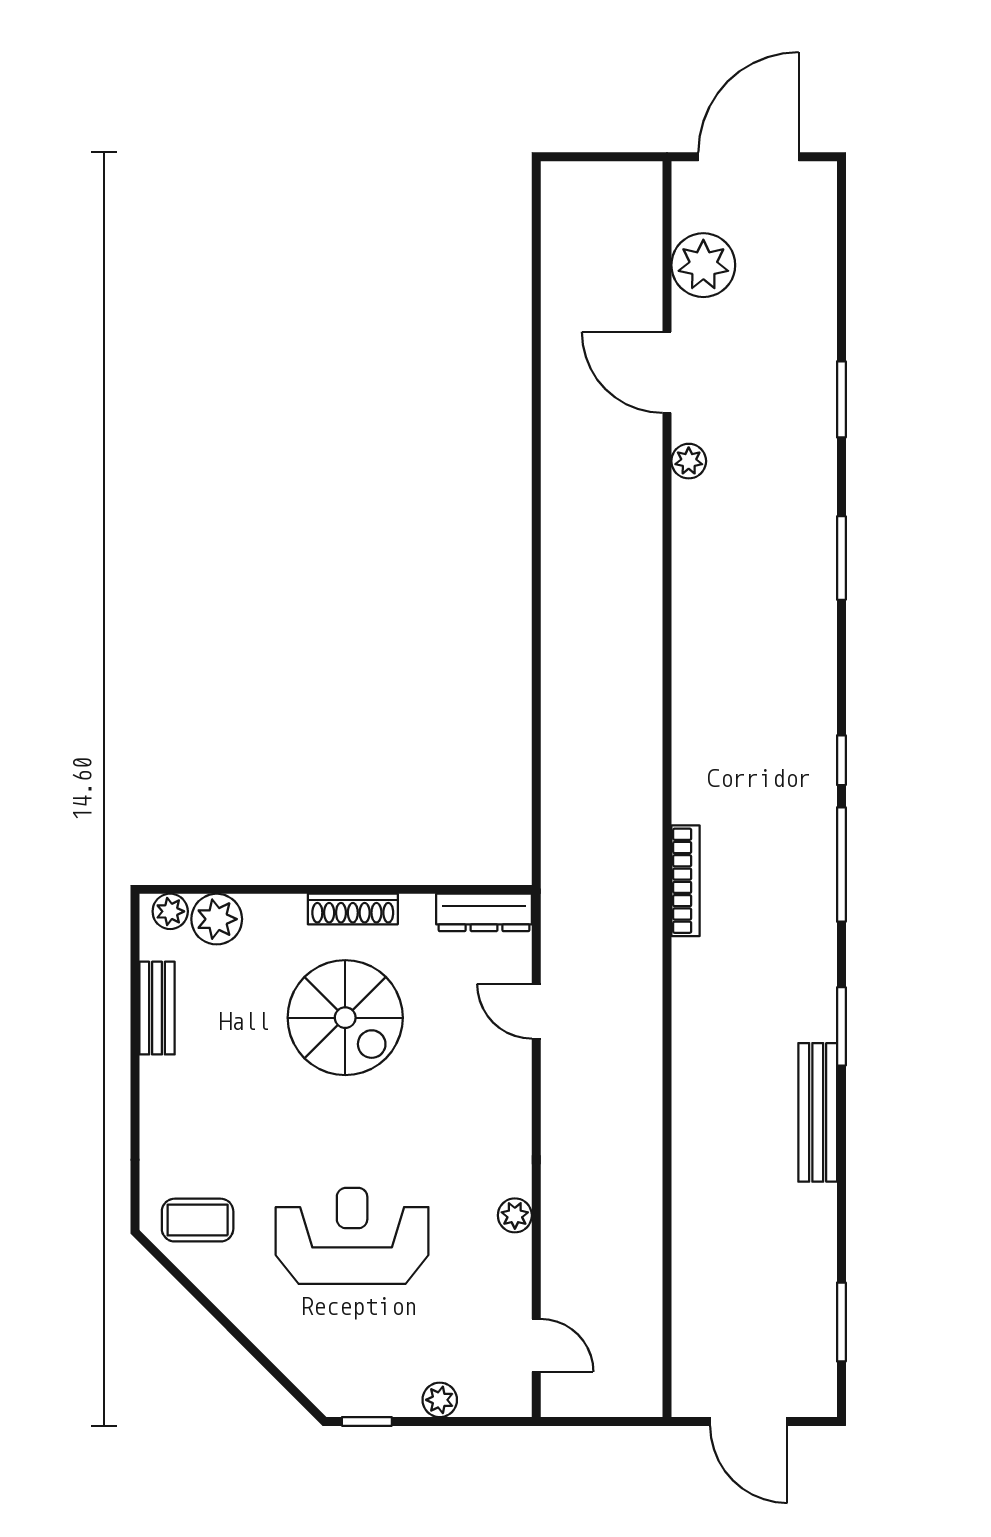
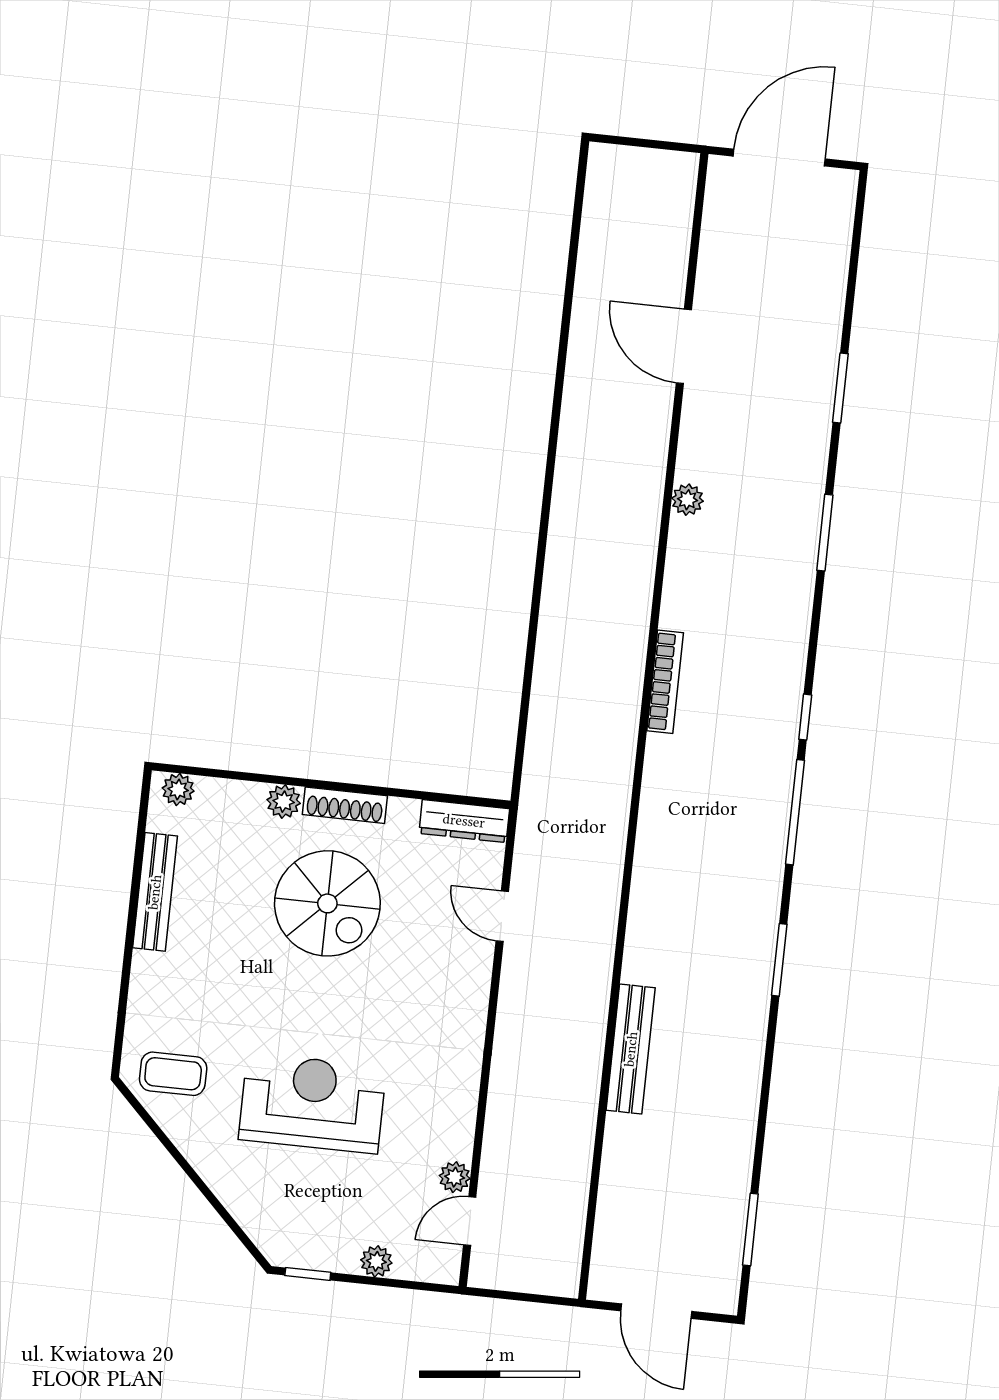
plant: (703, 265) -> (727, 252), removed
plant: (689, 461) -> (687, 500), moved
bookcase: (686, 881) -> (665, 682), moved
plant: (217, 919) -> (284, 802), moved, width x0.73, depth x0.73
bench: (157, 1008) -> (155, 892), width x1.36
bench: (818, 1112) -> (631, 1049), moved
plant: (515, 1215) -> (455, 1177), moved
door: (536, 1345) -> (470, 1221), swing flipped

